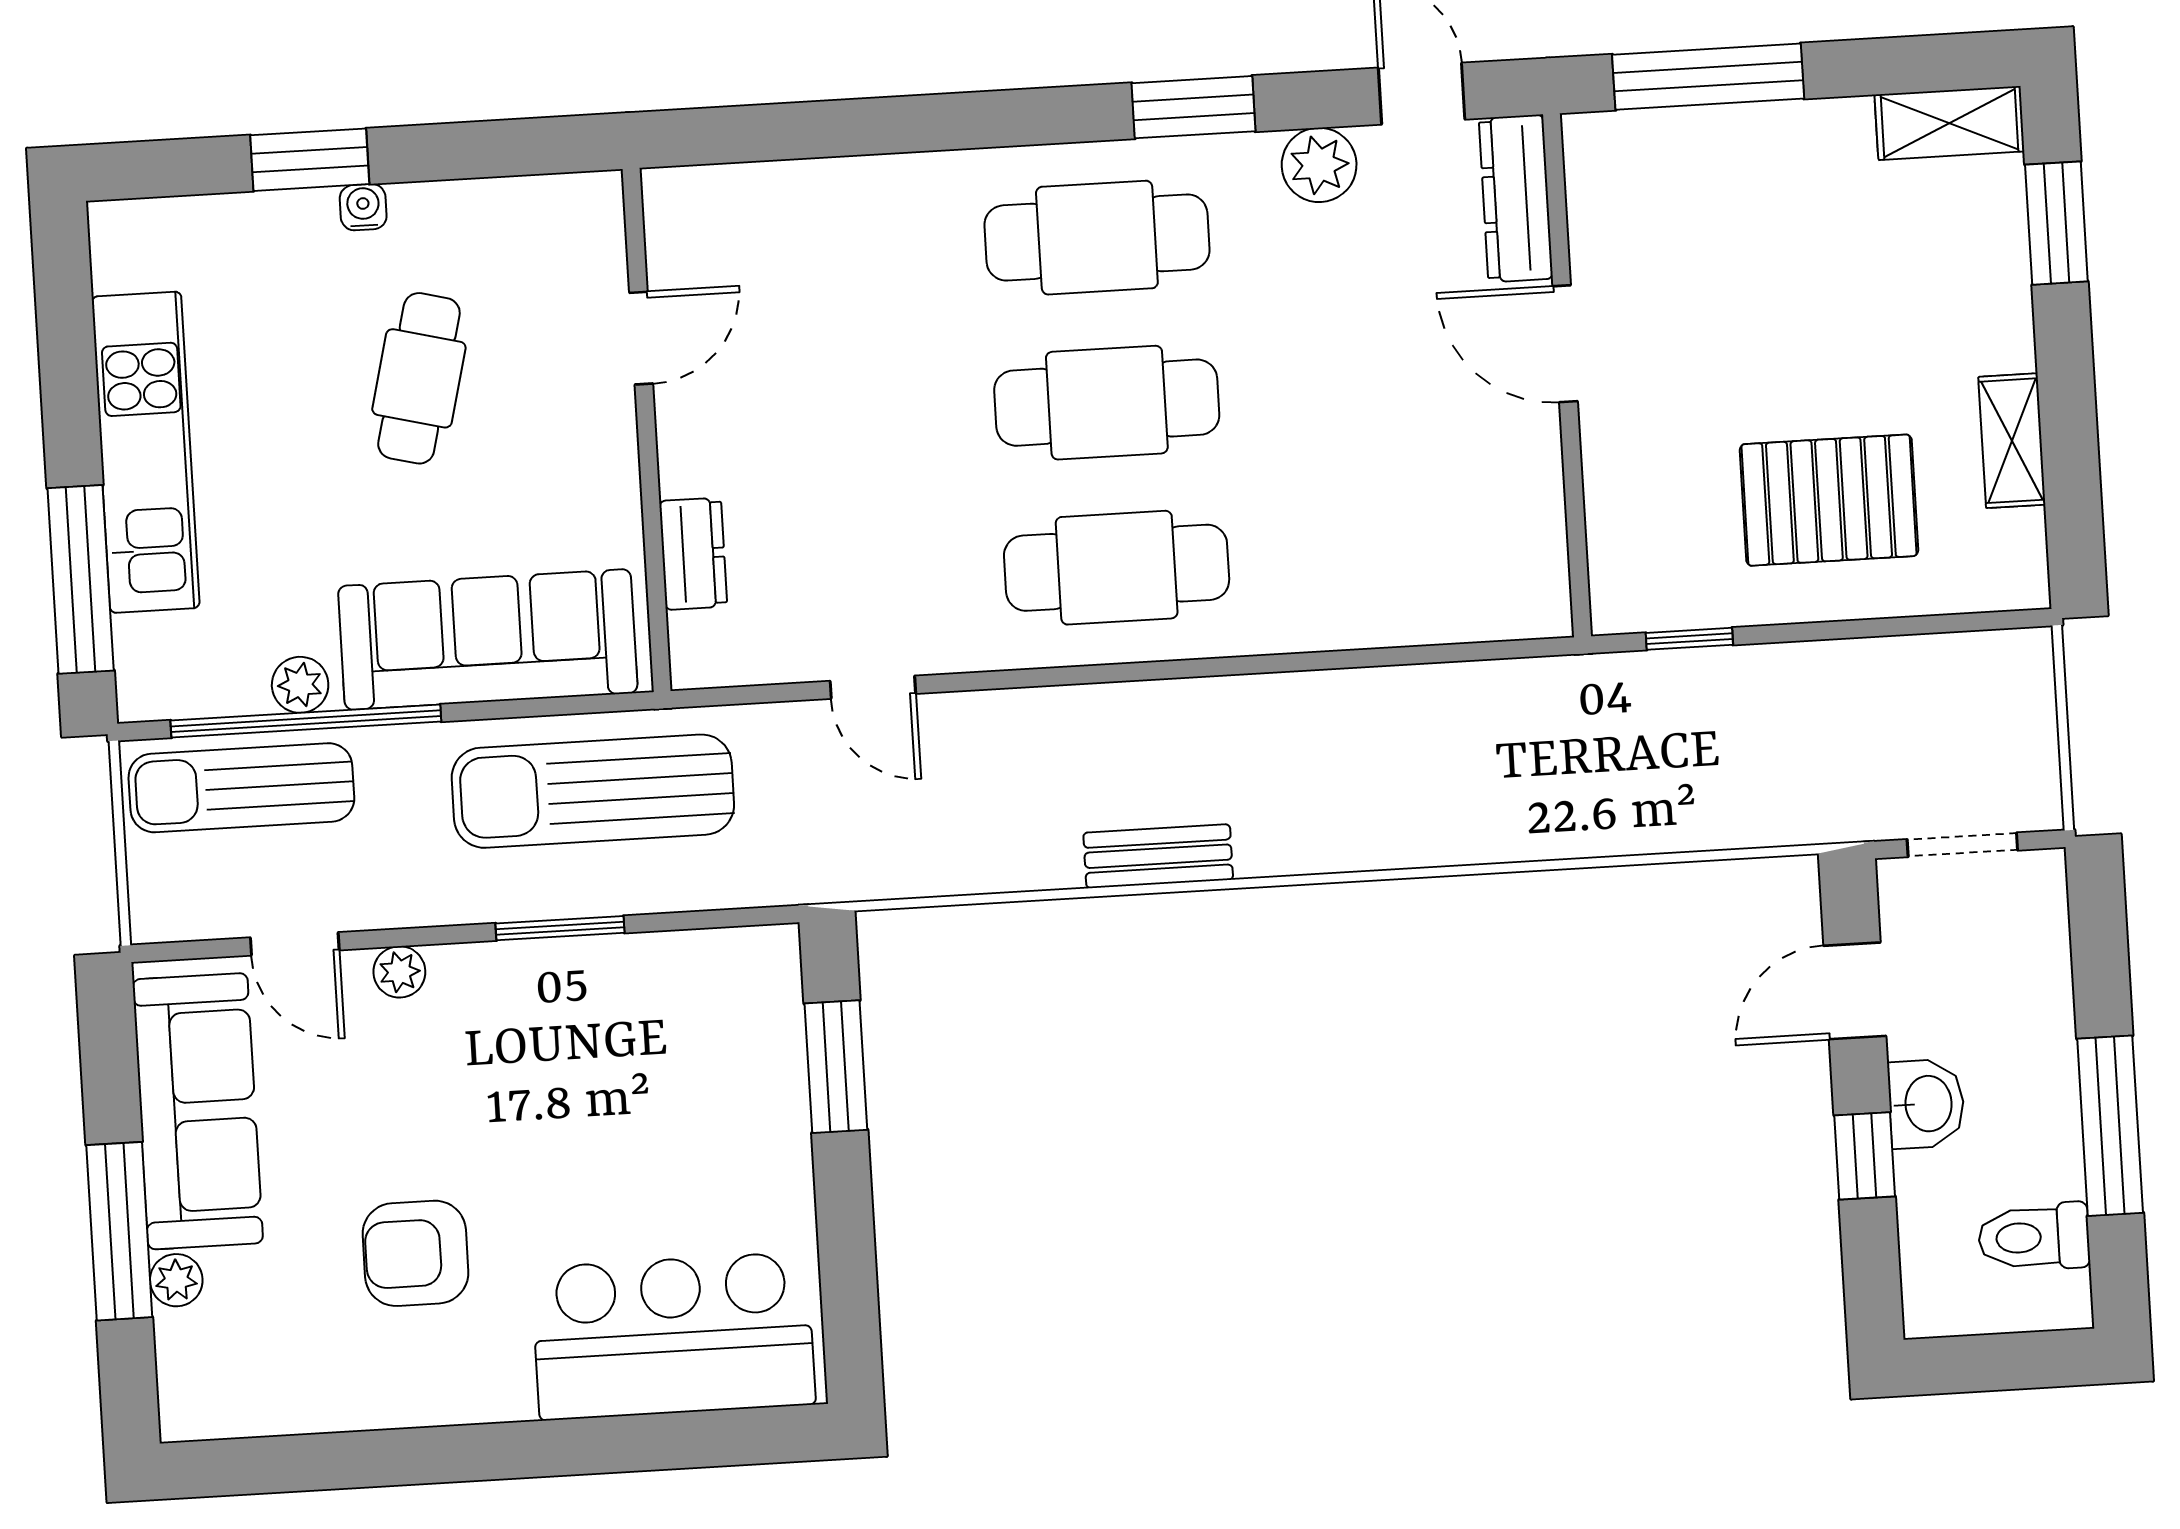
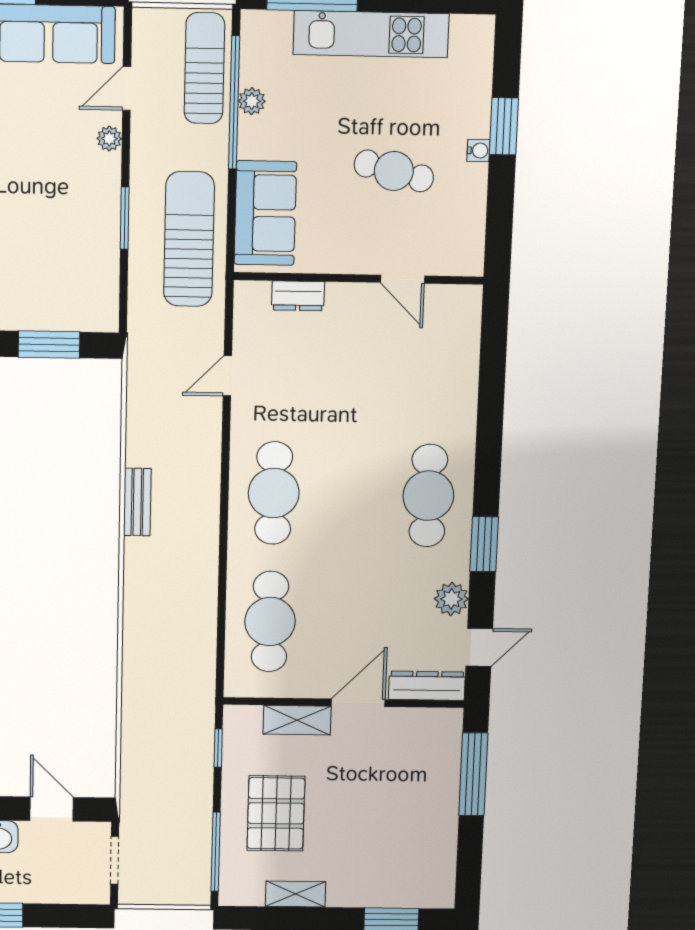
shelving: (1950, 123) -> (297, 720), moved, turned 90
cafe table: (1107, 403) -> (270, 622), moved
window: (1927, 625) -> (216, 852), added
sofa: (488, 639) -> (265, 213), width x0.73

